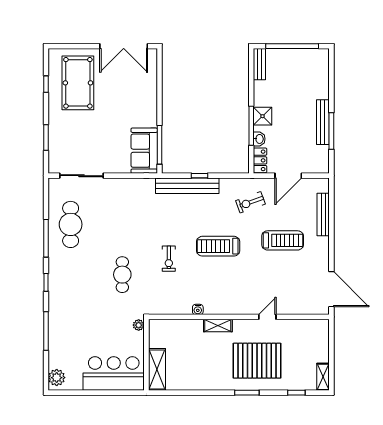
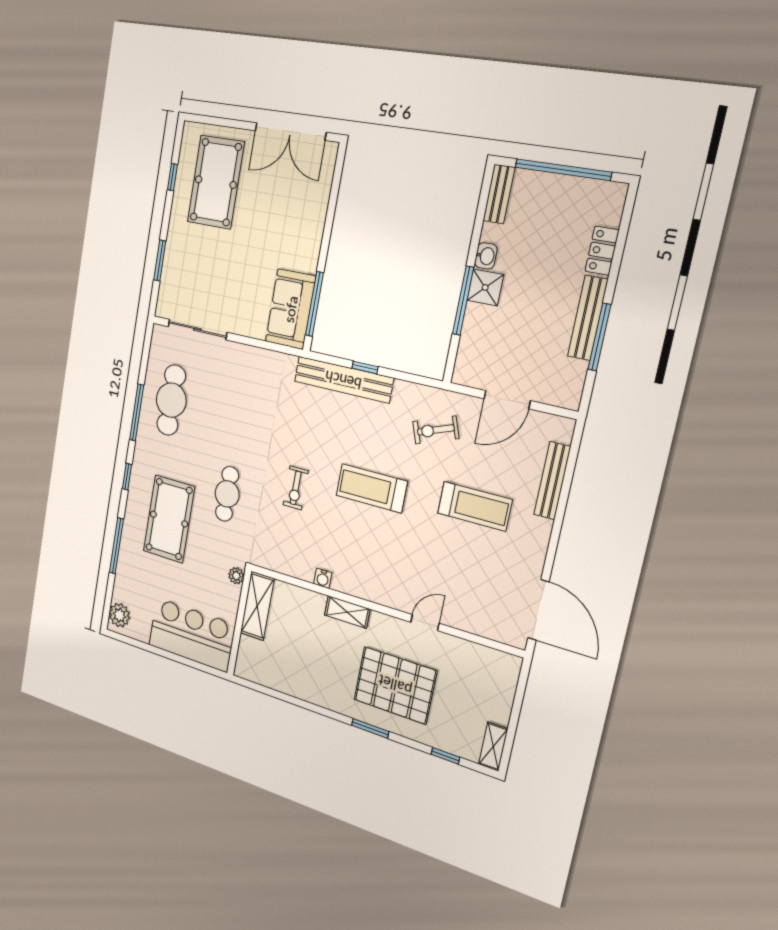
washbasin: (259, 139) -> (486, 256), moved
locker: (260, 160) -> (602, 251), moved, turned 180
pool table: (83, 302) -> (169, 519), added
shelving: (157, 369) -> (257, 606), moved

